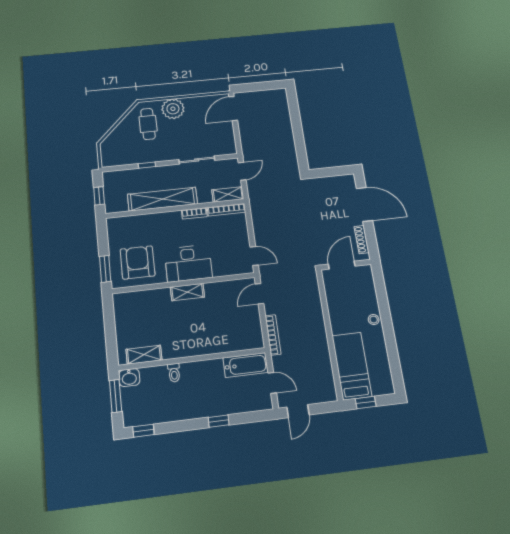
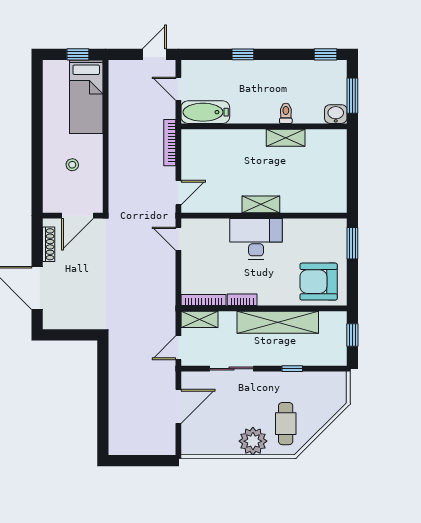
door: (233, 109) -> (178, 406), moved
armchair: (138, 262) -> (319, 282), moved, turned 90
stool: (374, 320) -> (72, 165), moved
shelving: (144, 355) -> (286, 138), moved

